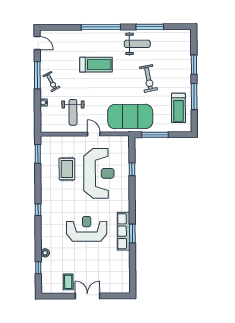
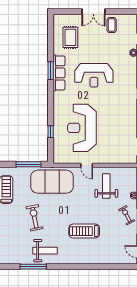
window: (101, 27) -> (79, 267), removed
weight bench: (137, 44) -> (45, 251), turned 180
rug: (67, 169) -> (70, 37), moved

